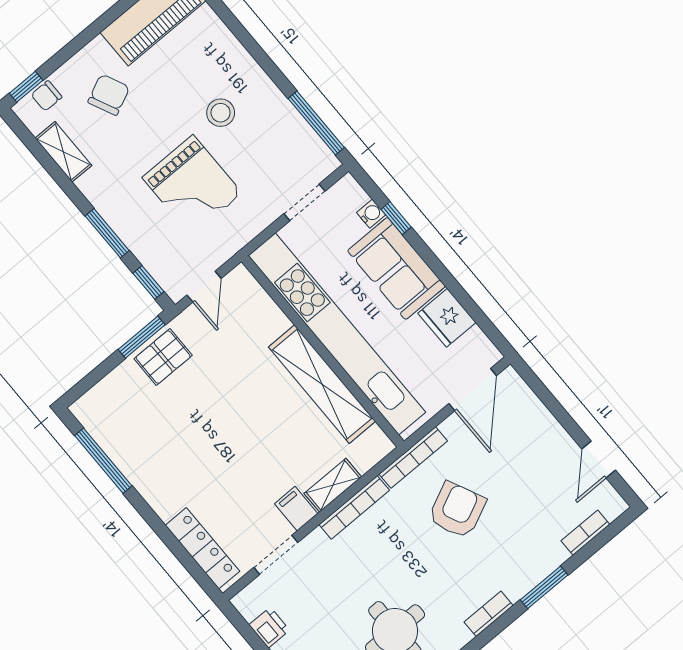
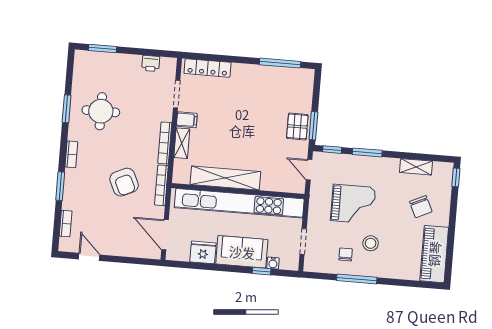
chair: (46, 96) -> (346, 254), moved
window: (316, 123) -> (357, 279), moved
grand piano: (192, 185) -> (353, 204), turned 180

